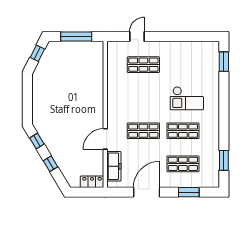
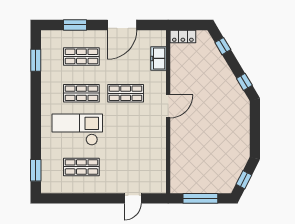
shop shelf: (143, 65) -> (81, 167), moved
checkout: (187, 98) -> (77, 130), width x1.36, depth x1.21
door: (105, 139) -> (168, 106), moved
window: (51, 164) -> (223, 46), moved
freezer: (114, 166) -> (158, 58), width x0.71

